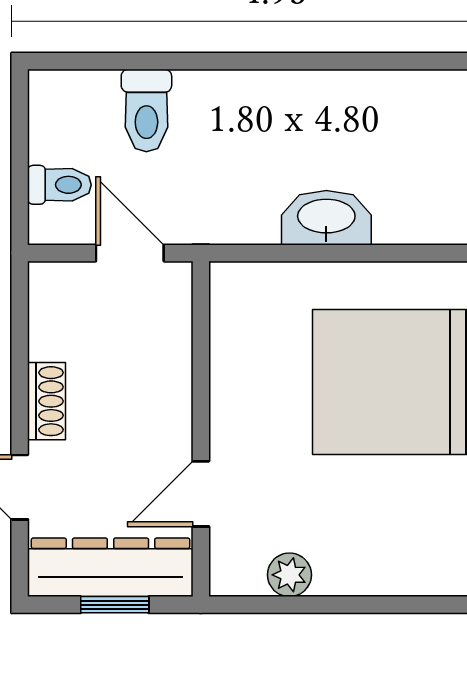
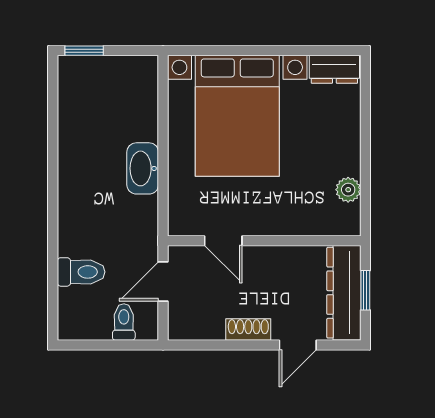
door: (201, 494) -> (223, 241), moved

